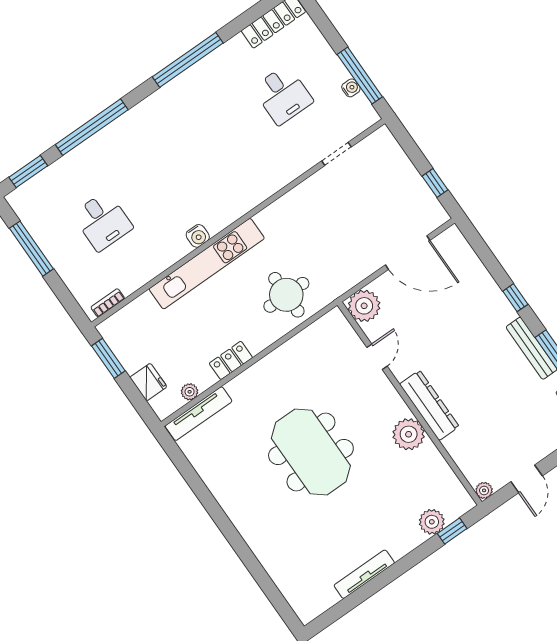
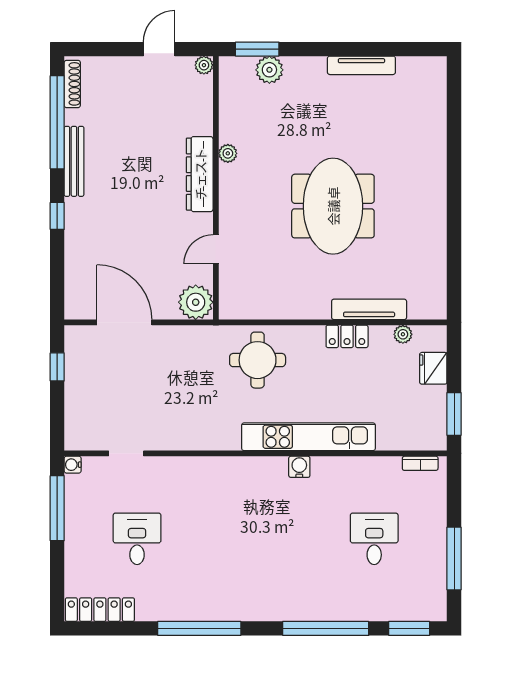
water cooler: (351, 88) -> (73, 465), moved
tv unit: (199, 414) -> (369, 309), moved
plant: (409, 434) -> (228, 153), width x0.53, depth x0.53
window: (452, 531) -> (257, 49), width x1.50

